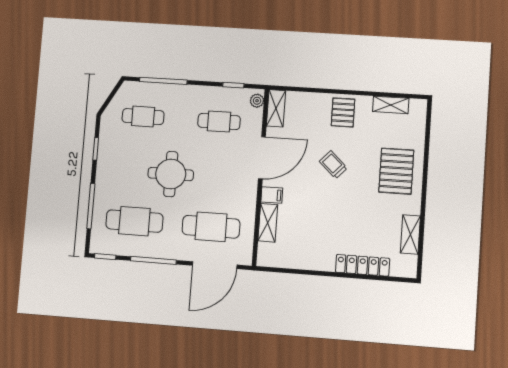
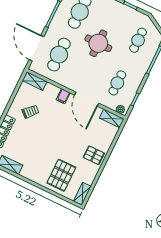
shelving: (391, 105) -> (82, 194), moved
trolley: (333, 165) -> (30, 112), moved
pallet: (396, 171) -> (61, 175), moved, turned 90
shelving: (268, 223) -> (35, 81), moved

